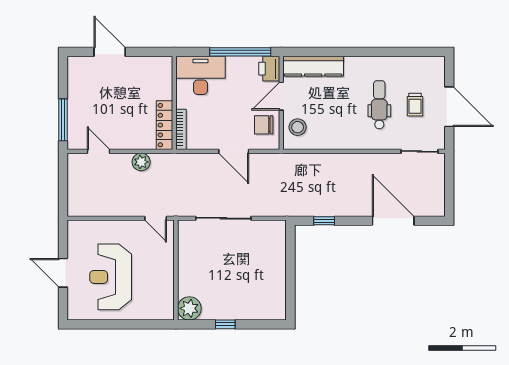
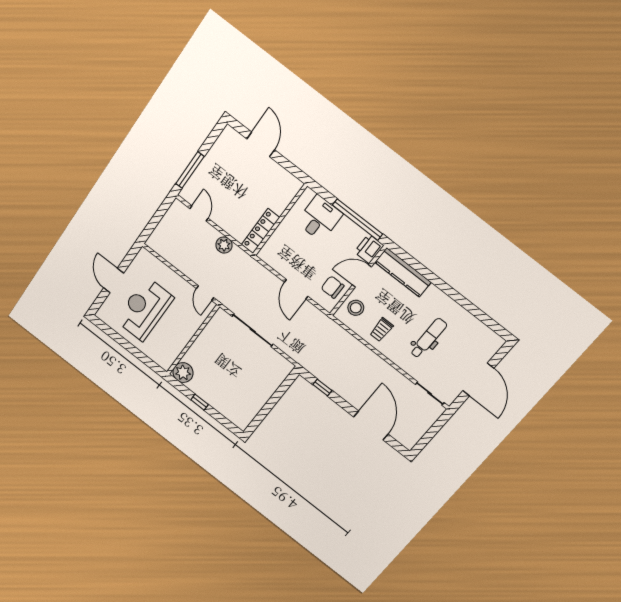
desk: (201, 75) -> (319, 218), width x0.73
trolley: (415, 105) -> (381, 330), moved
bookcase: (181, 129) -> (270, 244), removed

